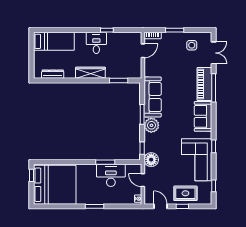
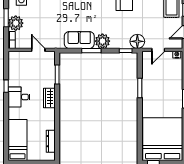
plant: (169, 40) -> (16, 23), added
door: (143, 51) -> (38, 50), moved
wardrobe: (90, 73) -> (49, 98), width x0.67
sofa: (153, 97) -> (79, 40), width x0.73
desk: (111, 175) -> (153, 82), removed

